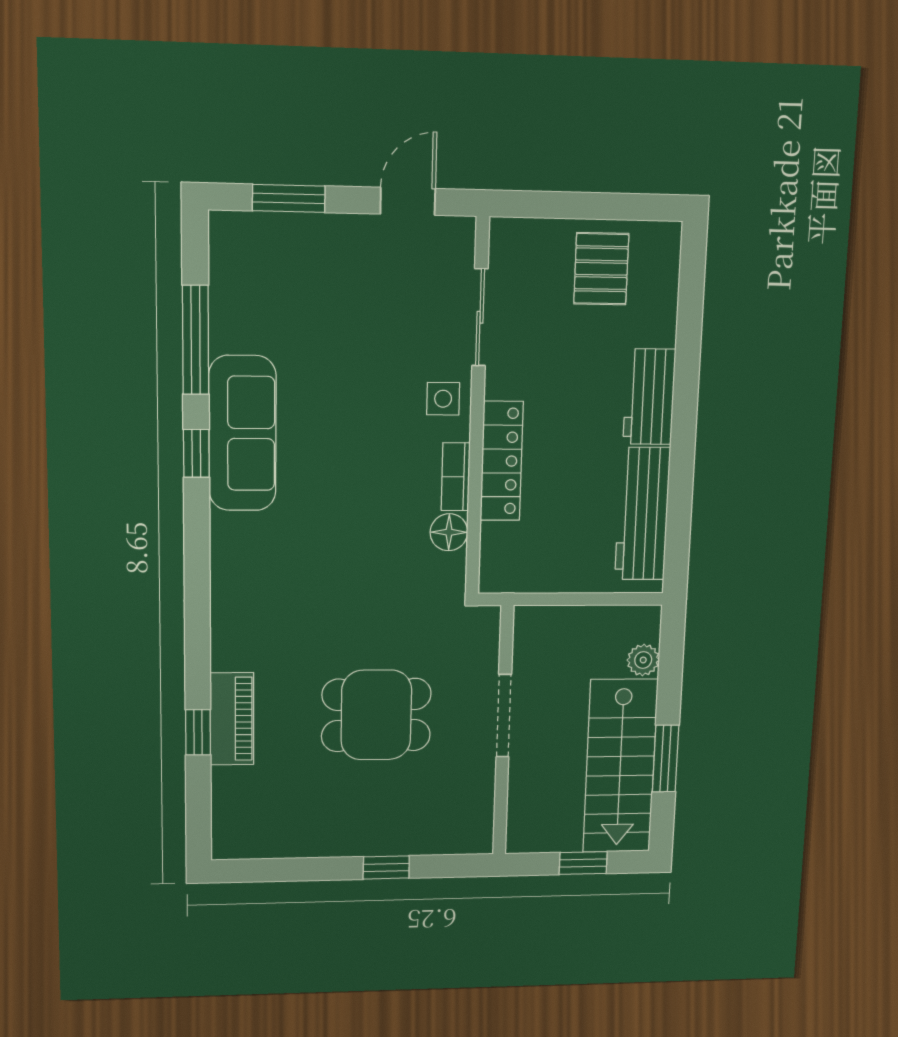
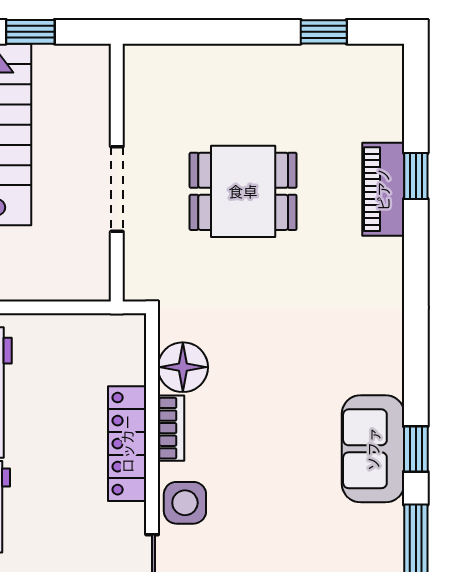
side table: (443, 399) -> (185, 503), width x1.37, depth x1.37
sofa: (242, 433) -> (373, 449), width x0.73
floor lamp: (449, 532) -> (183, 367), width x1.38, depth x1.38
window: (386, 868) -> (324, 32), moved

